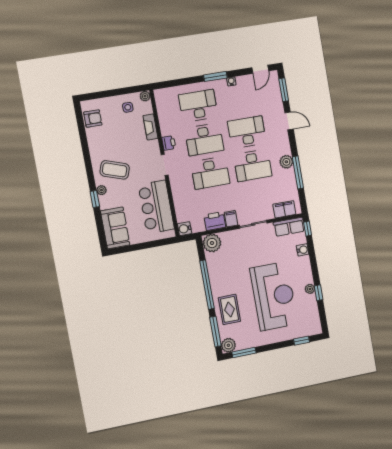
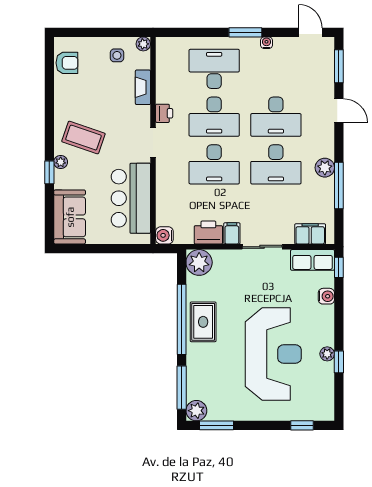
door: (260, 69) -> (310, 32), swing flipped
desk: (247, 132) -> (276, 117), turned 180
rug: (229, 309) -> (203, 322), moved

